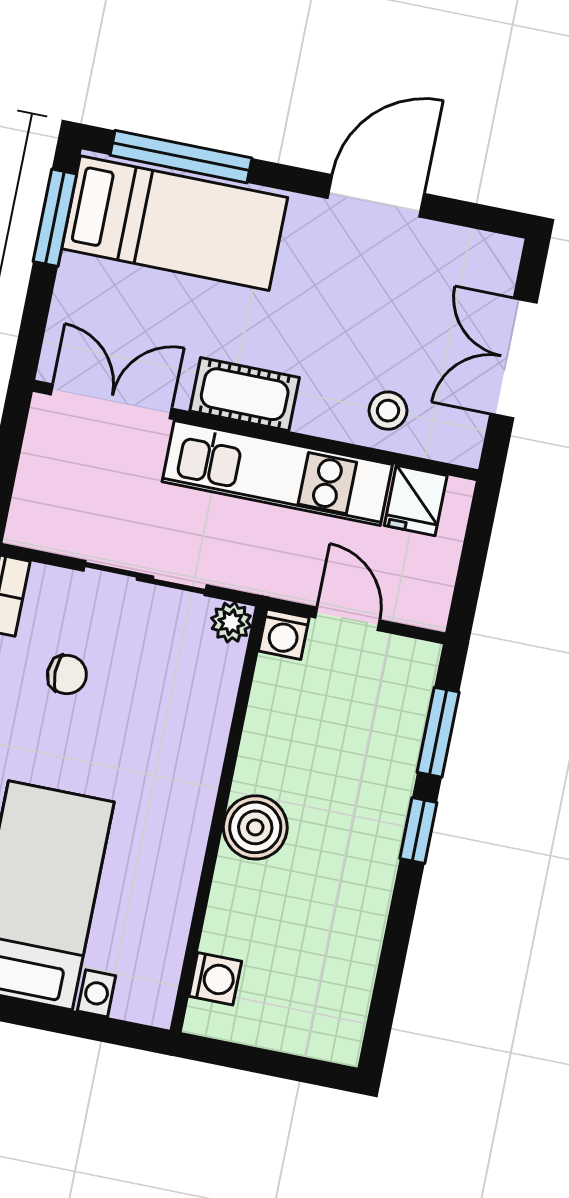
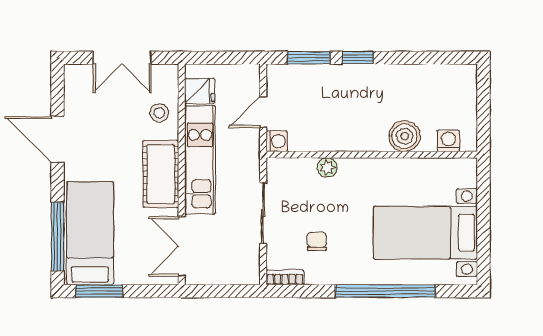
cot: (245, 394) -> (161, 174), width x1.37, depth x1.34
plant: (231, 622) -> (327, 168), moved
boiler: (255, 827) -> (405, 136), moved

